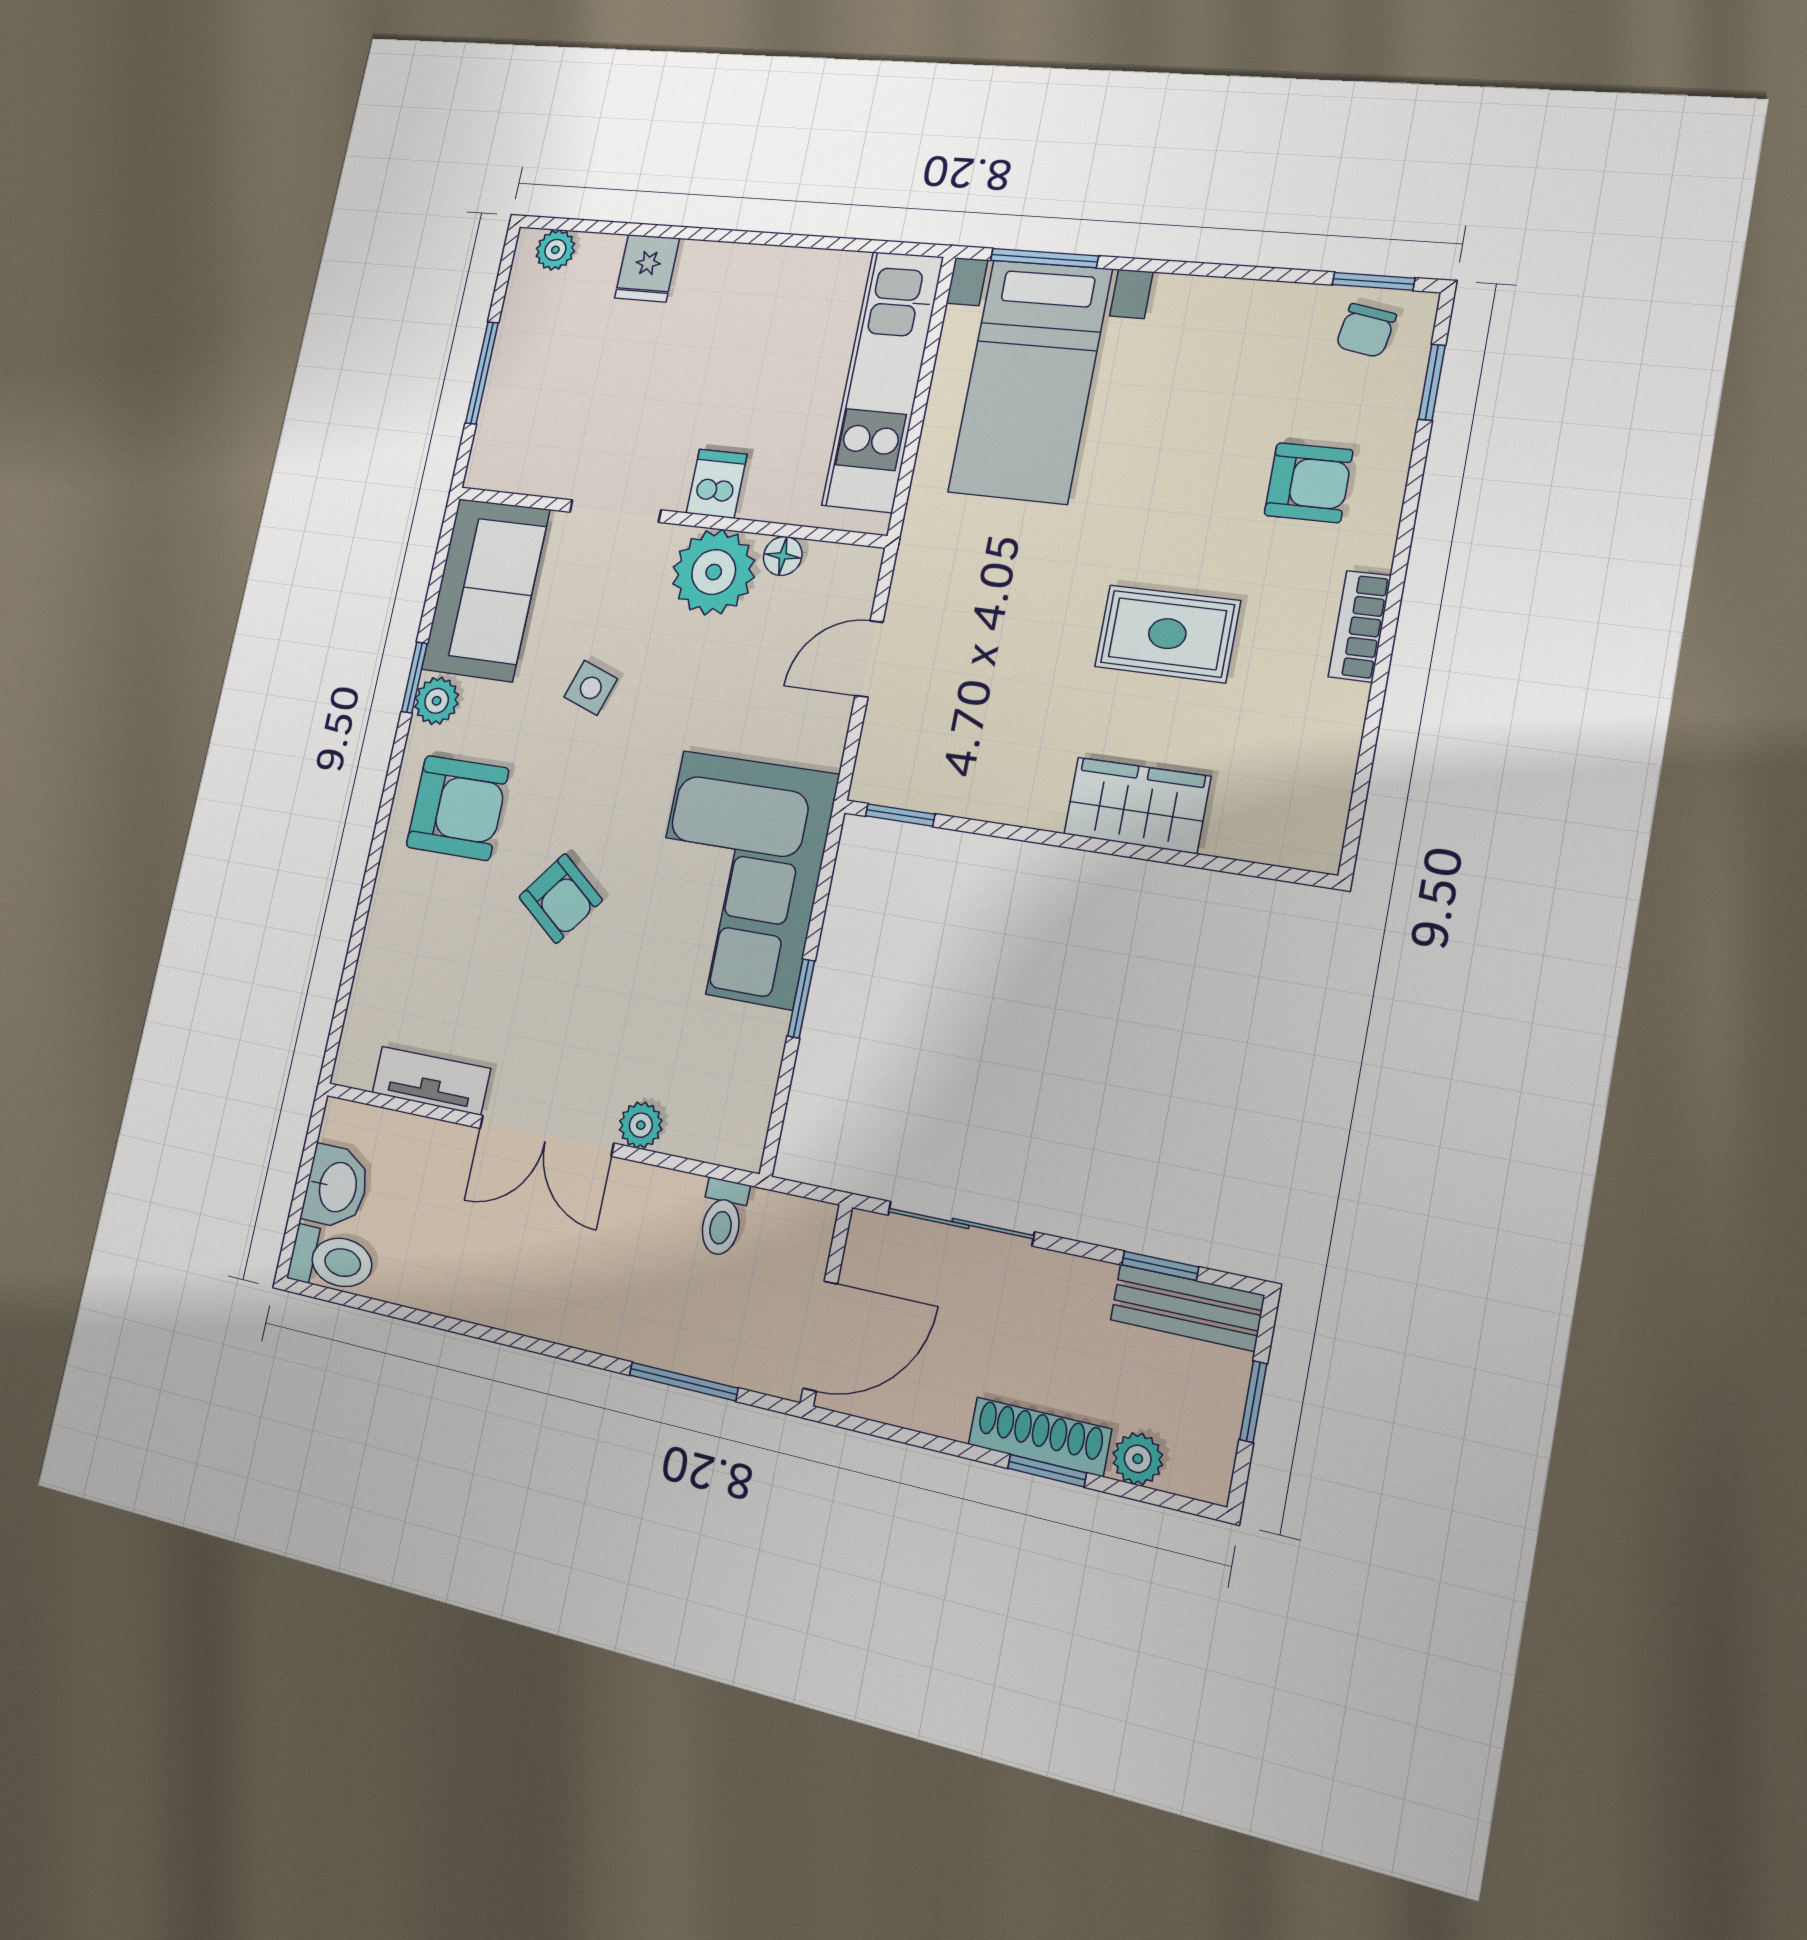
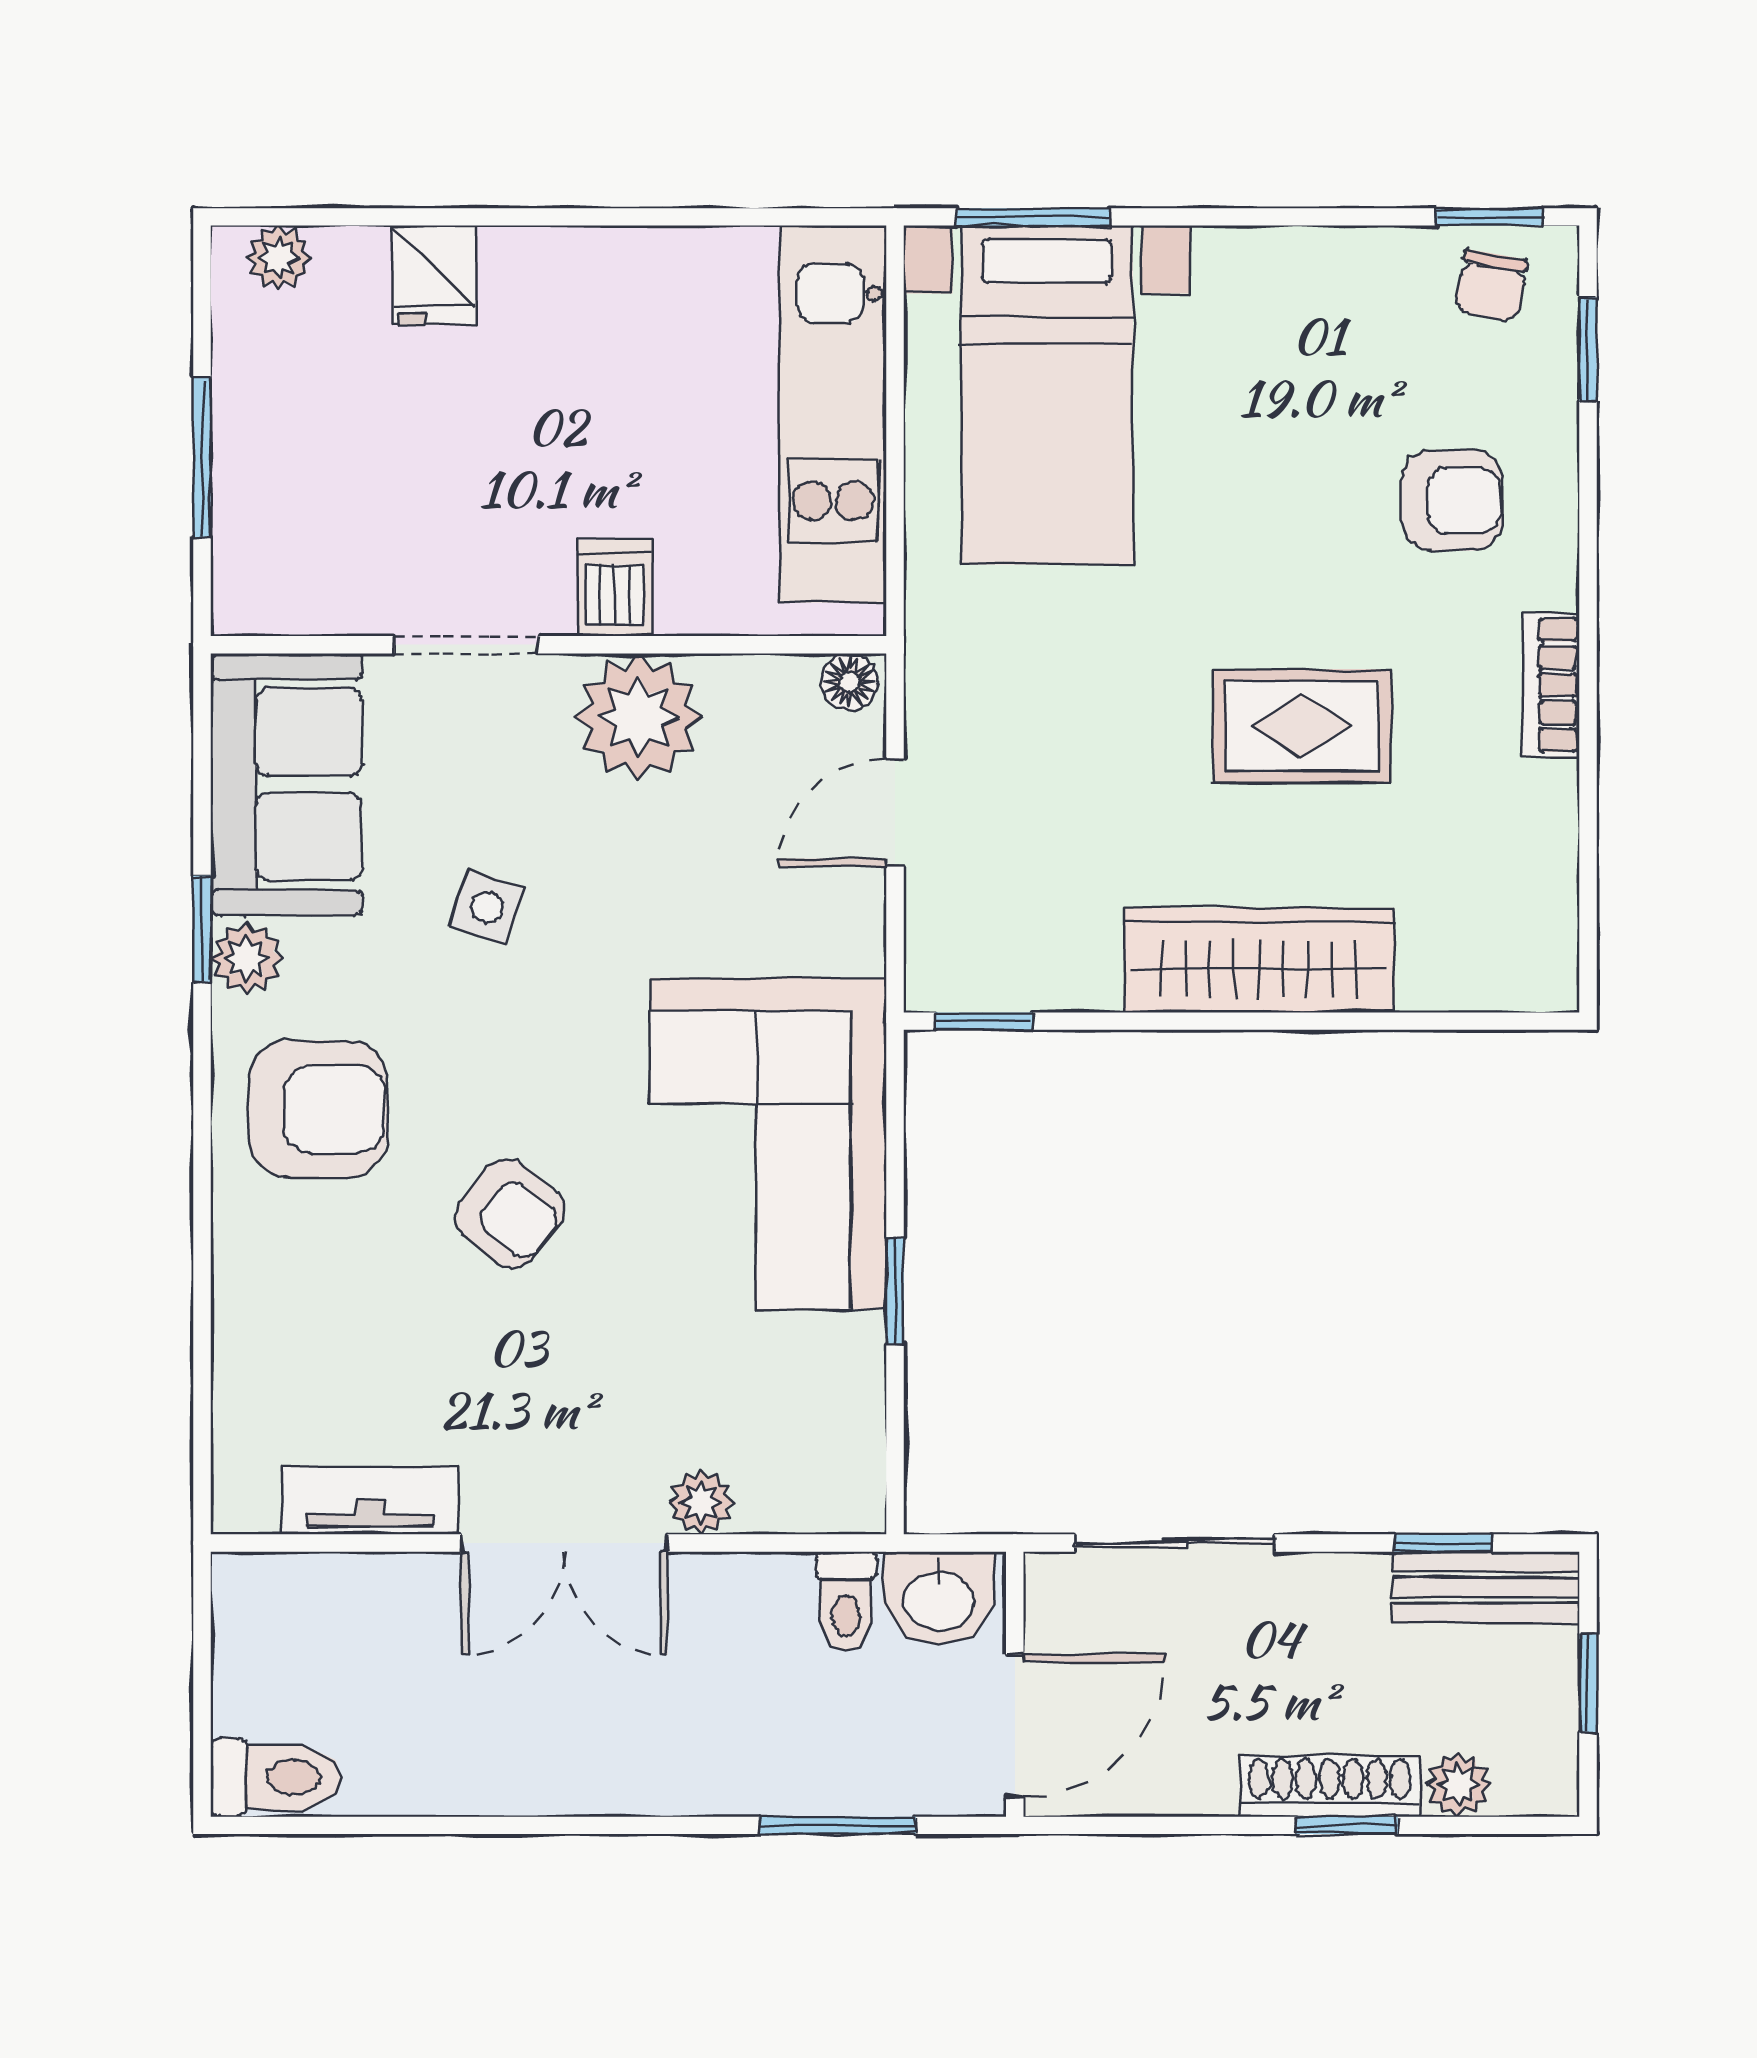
floor lamp: (783, 556) -> (849, 682), moved
wardrobe: (1137, 805) -> (1259, 960), width x1.50
washbasin: (336, 1187) -> (939, 1598), moved, turned 90

